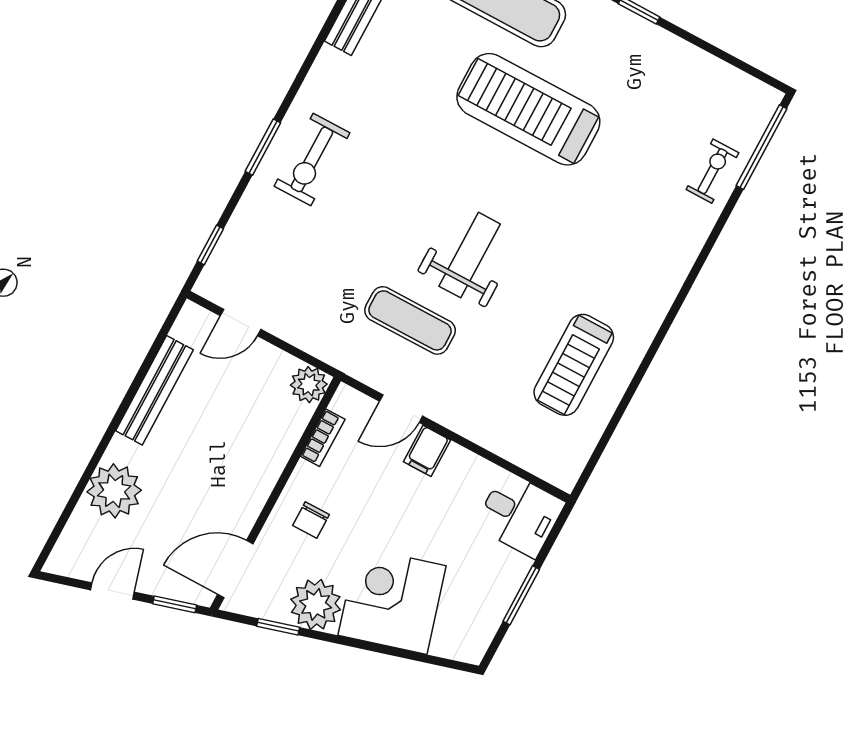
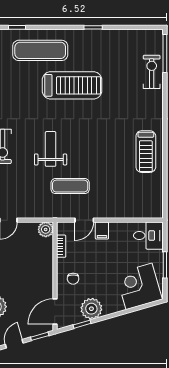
treadmill: (528, 109) -> (72, 85), turned 180
exercise bike: (712, 171) -> (152, 72), width x1.38, depth x1.39
weight bench: (470, 255) -> (51, 149), moved
treadmill: (574, 365) -> (146, 152), moved
corner desk: (392, 601) -> (139, 286), moved

